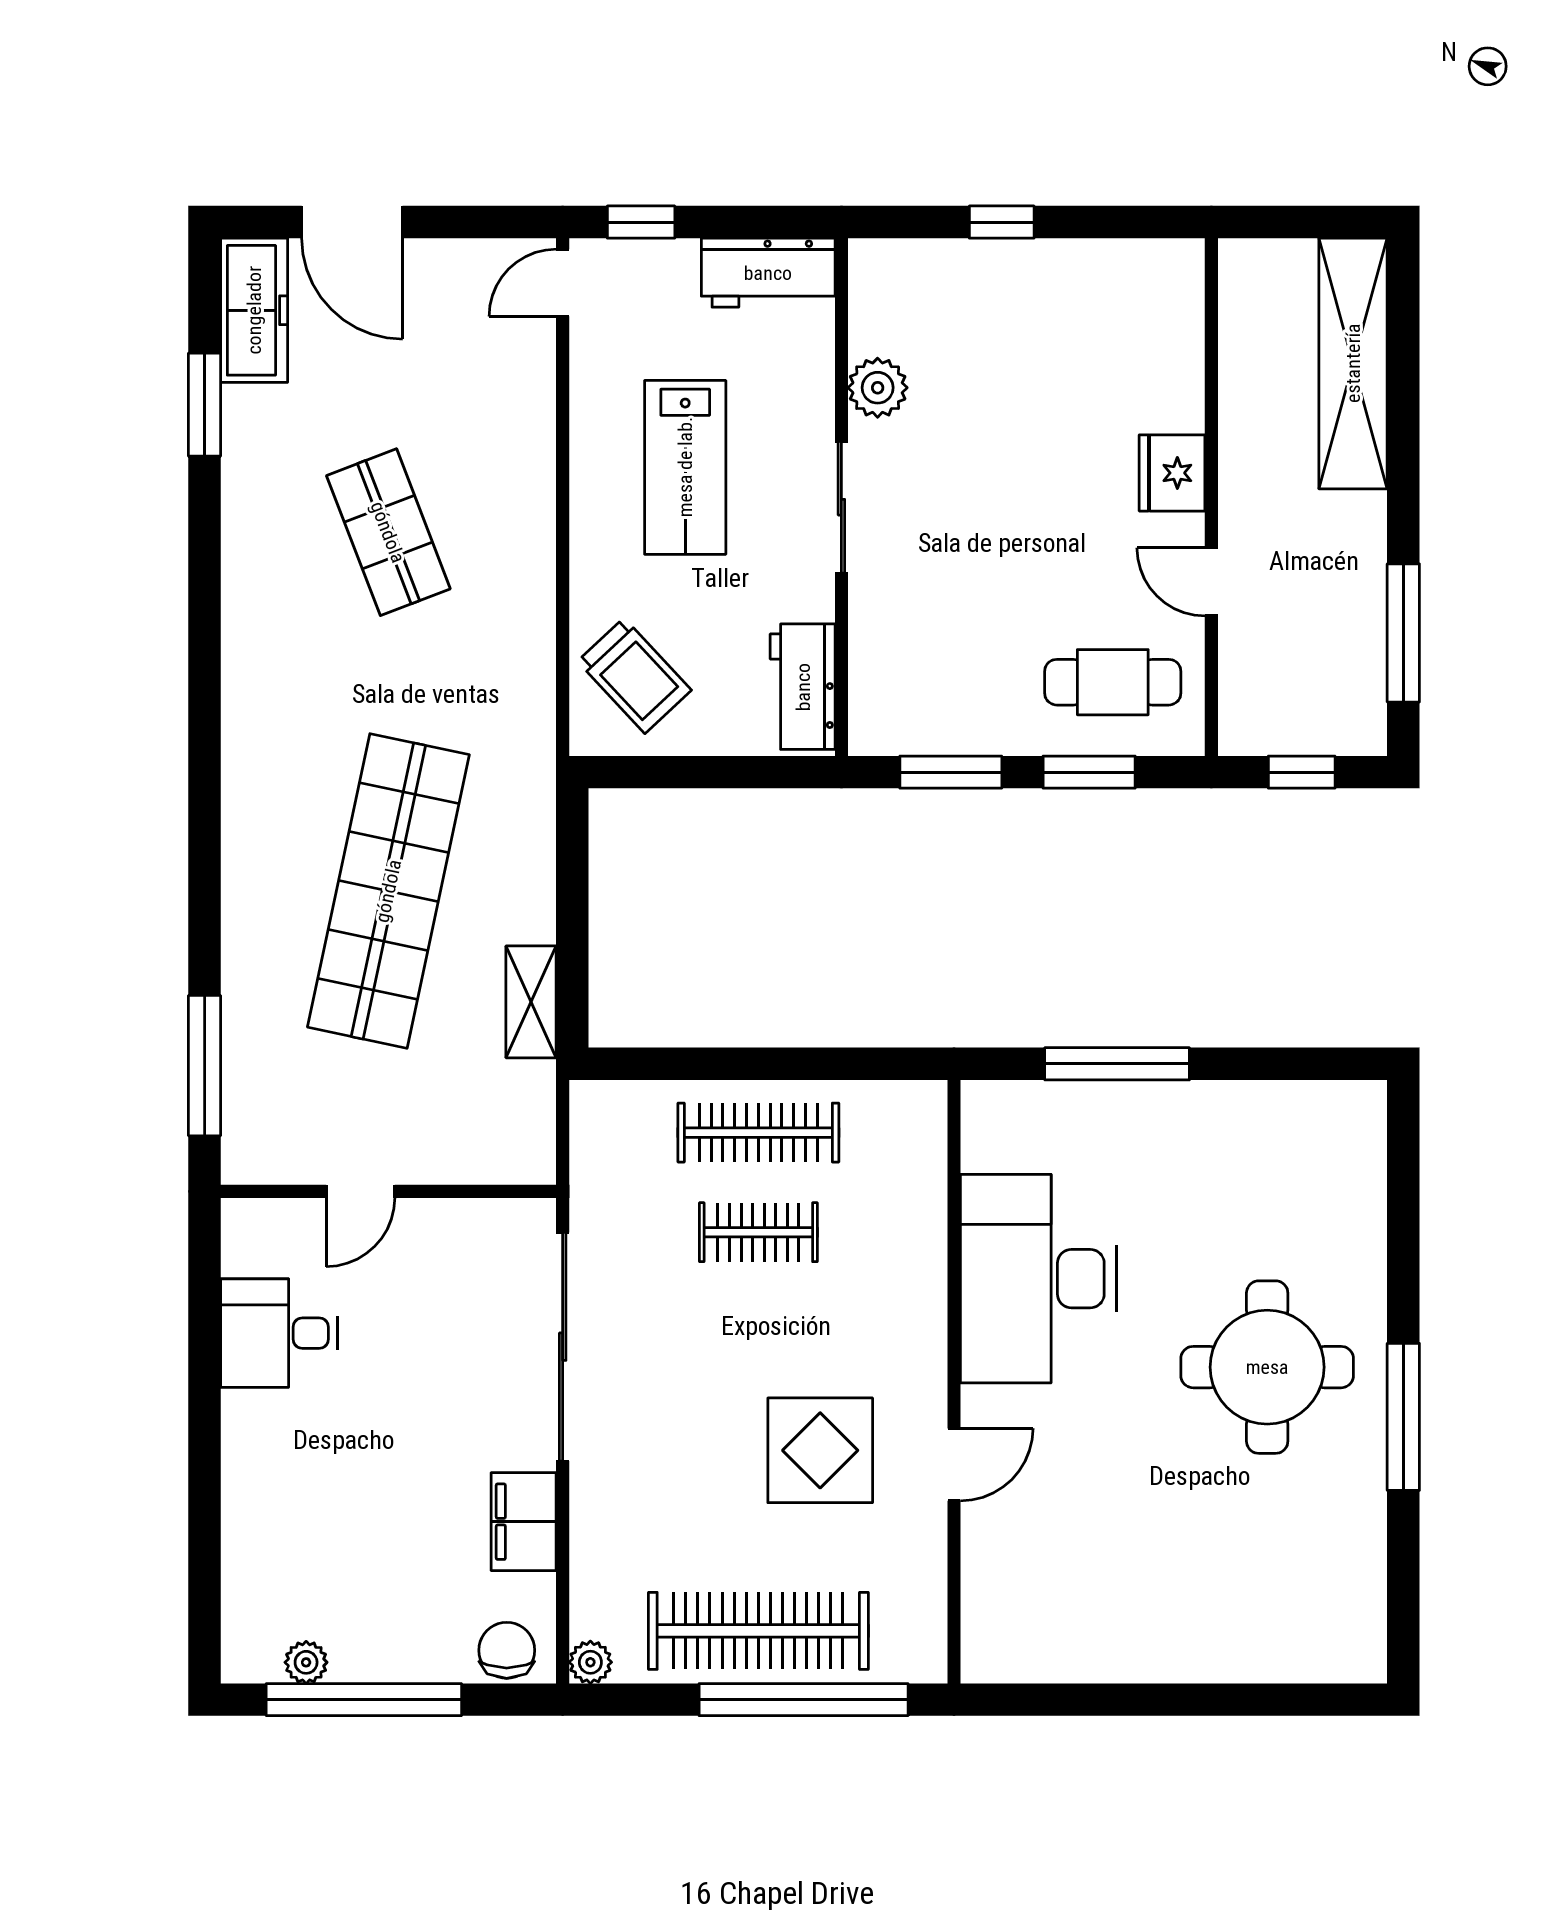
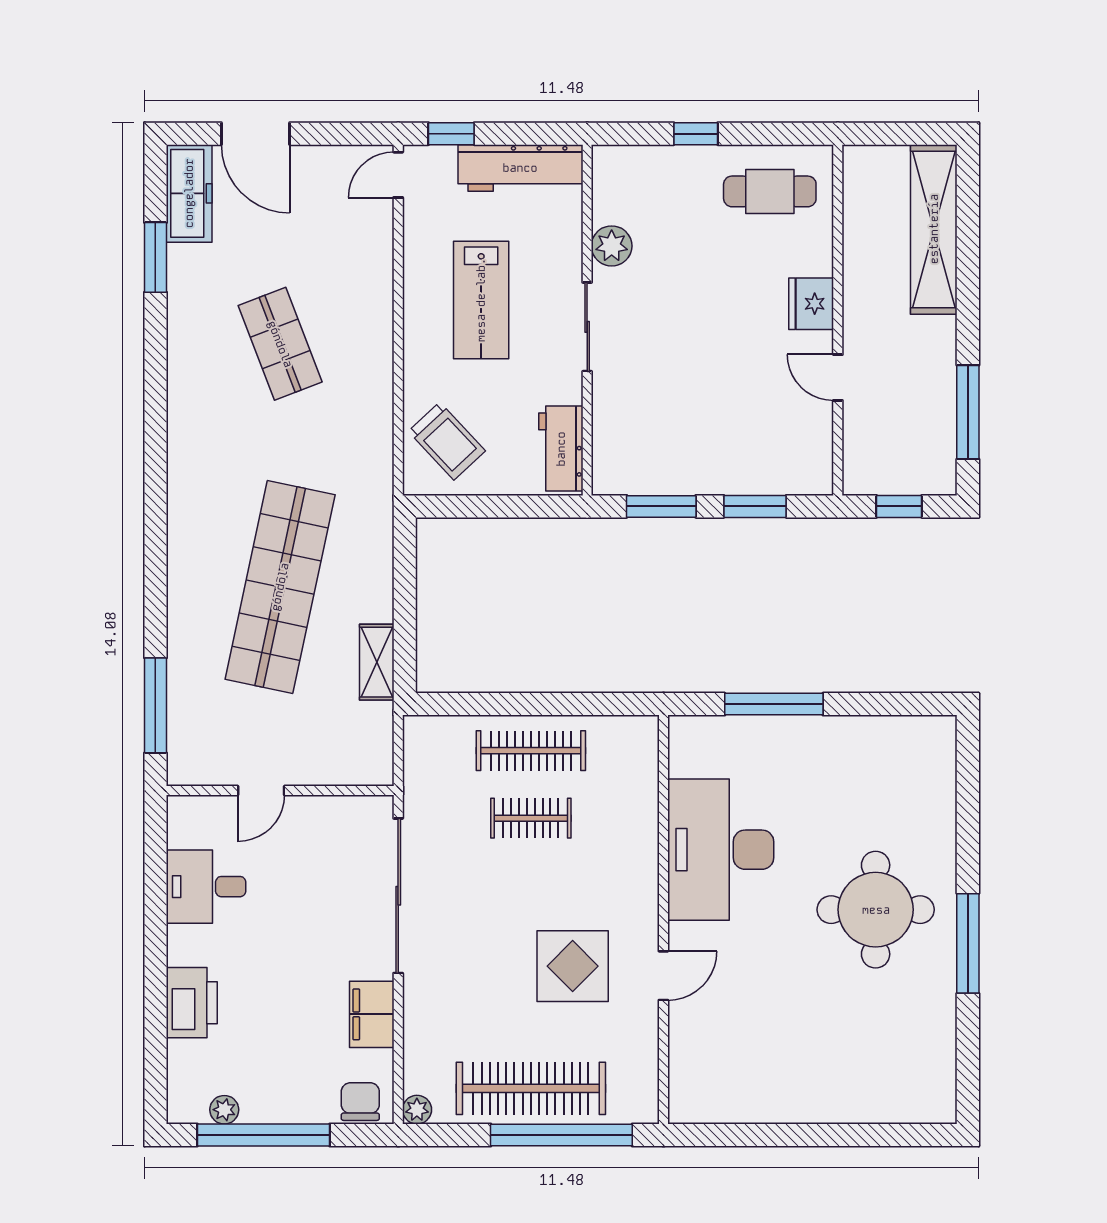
workbench: (768, 273) -> (520, 168), width x1.37
cafe table: (1113, 682) -> (770, 191), moved
printer: (258, 1504) -> (192, 1003), added

